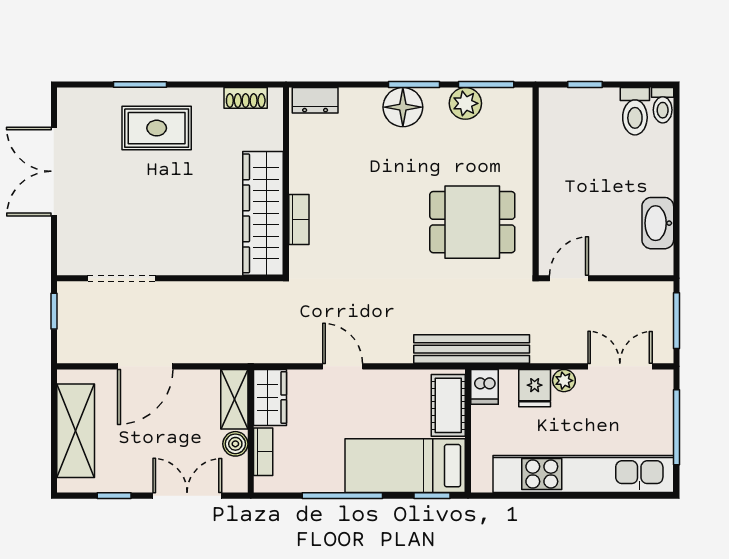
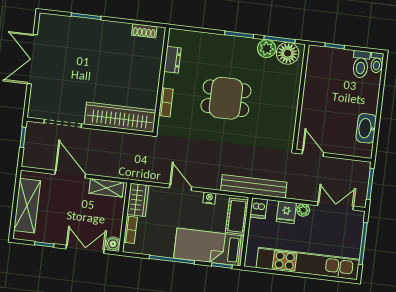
dresser: (315, 100) -> (173, 60), moved, turned -90
floor lamp: (403, 107) -> (288, 53), moved
rug: (157, 128) -> (92, 42), removed
wardrobe: (263, 213) -> (120, 117), moved, turned 90
dining table: (472, 222) -> (226, 98), moved
door: (569, 278) -> (313, 153), hinge flipped
door: (145, 366) -> (70, 174), swing flipped
nightstand: (396, 379) -> (209, 198), added
shelving: (234, 399) -> (106, 188), moved, turned 90
boiler: (235, 444) -> (113, 244), moved

